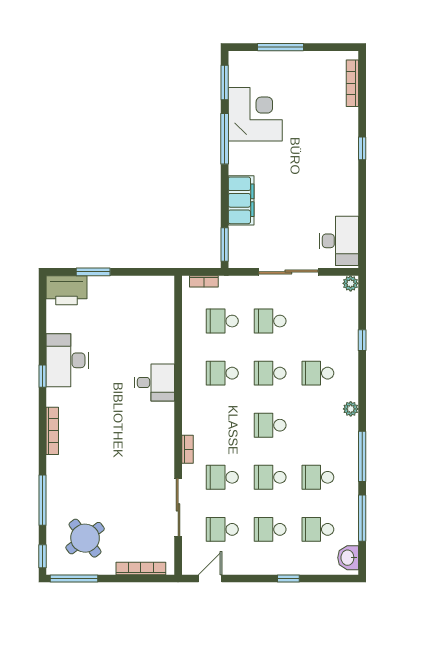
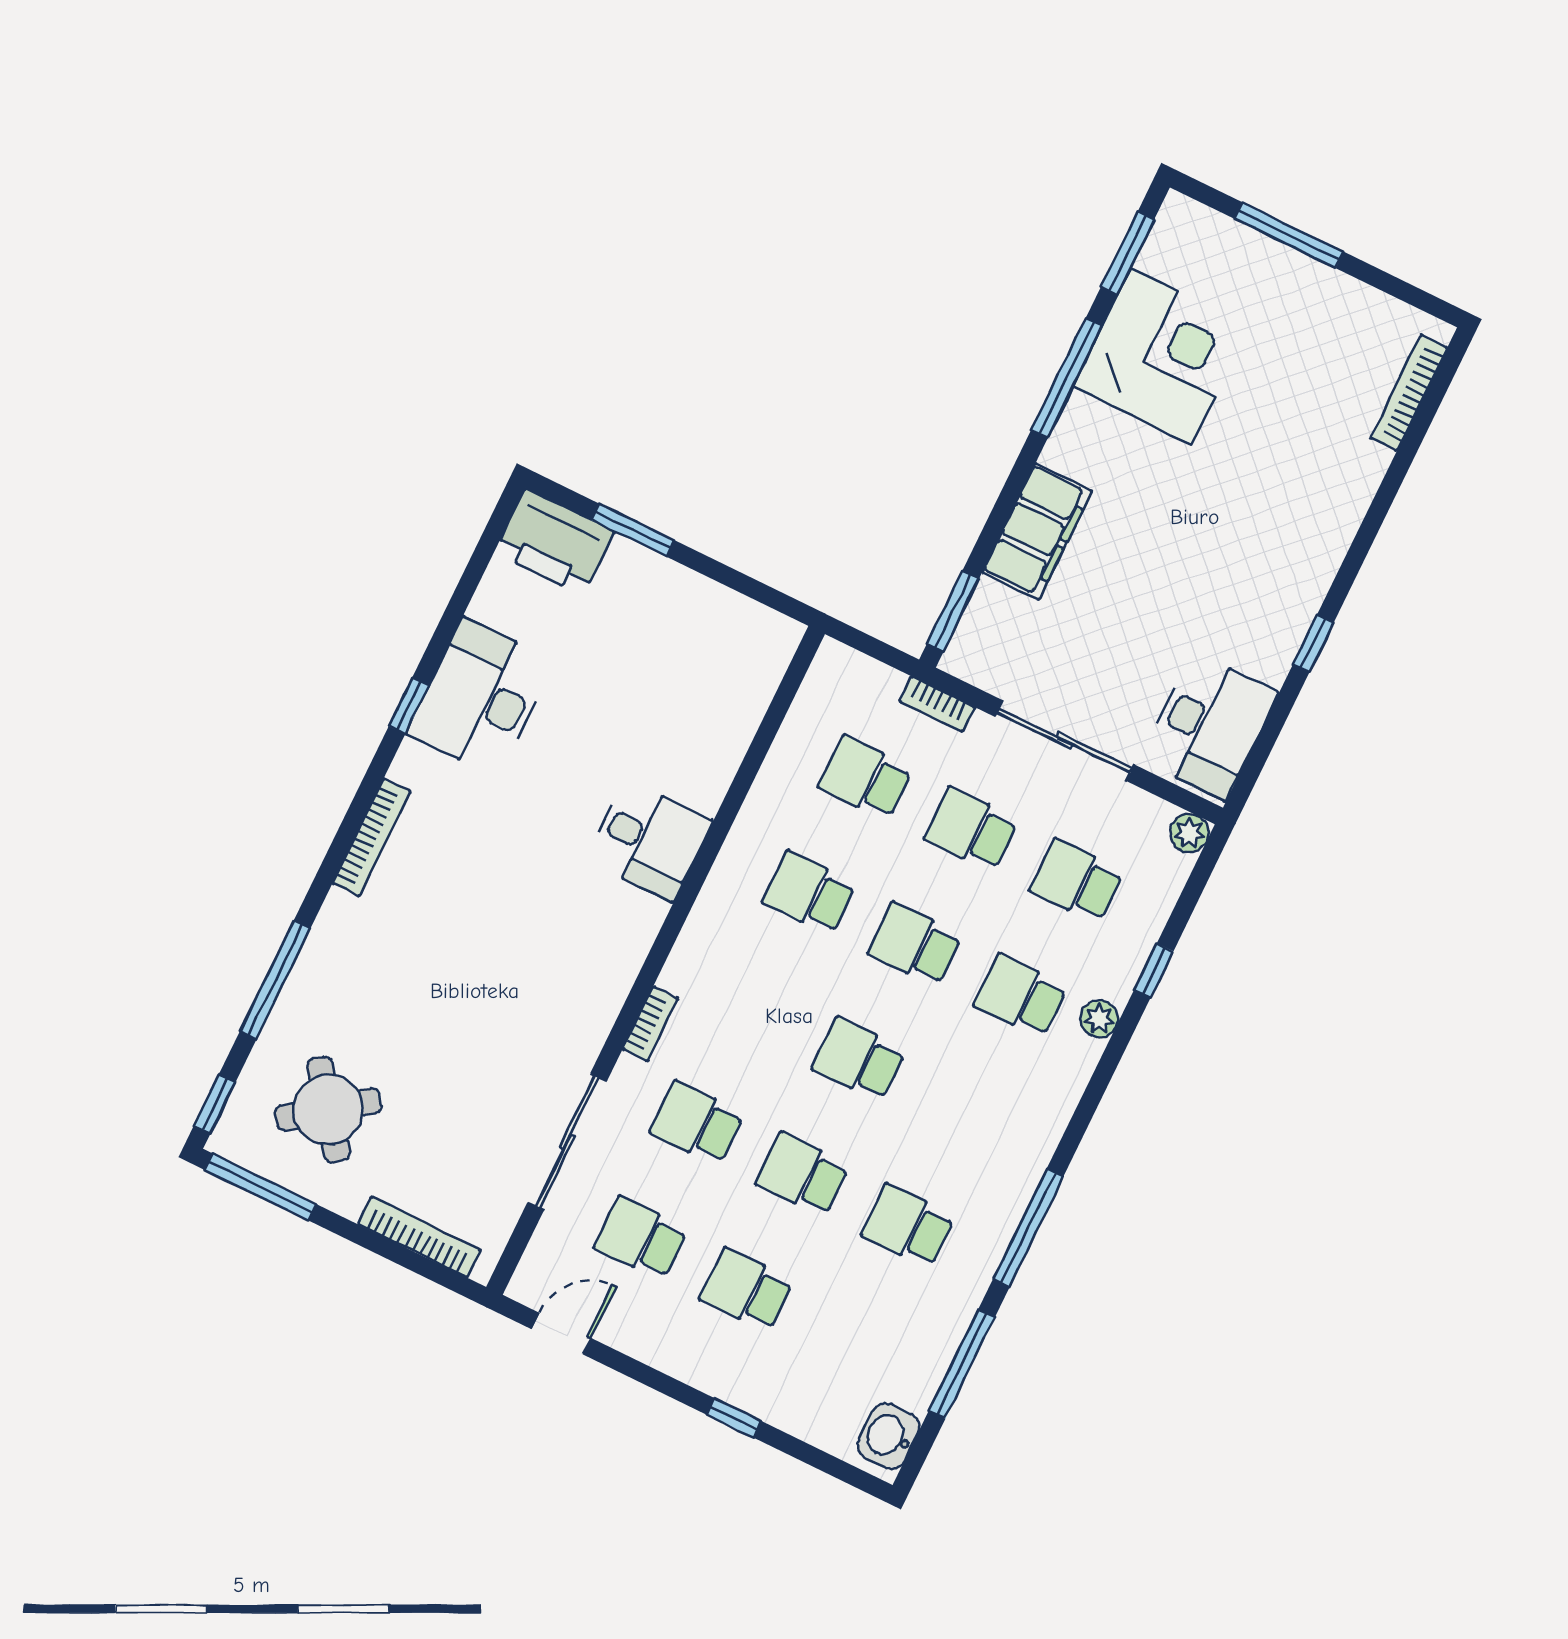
window: (362, 148) -> (1313, 643), moved
bookcase: (204, 281) -> (937, 704), moved
plant: (351, 409) -> (1099, 1019), moved
school desk: (318, 529) -> (1077, 881), moved

